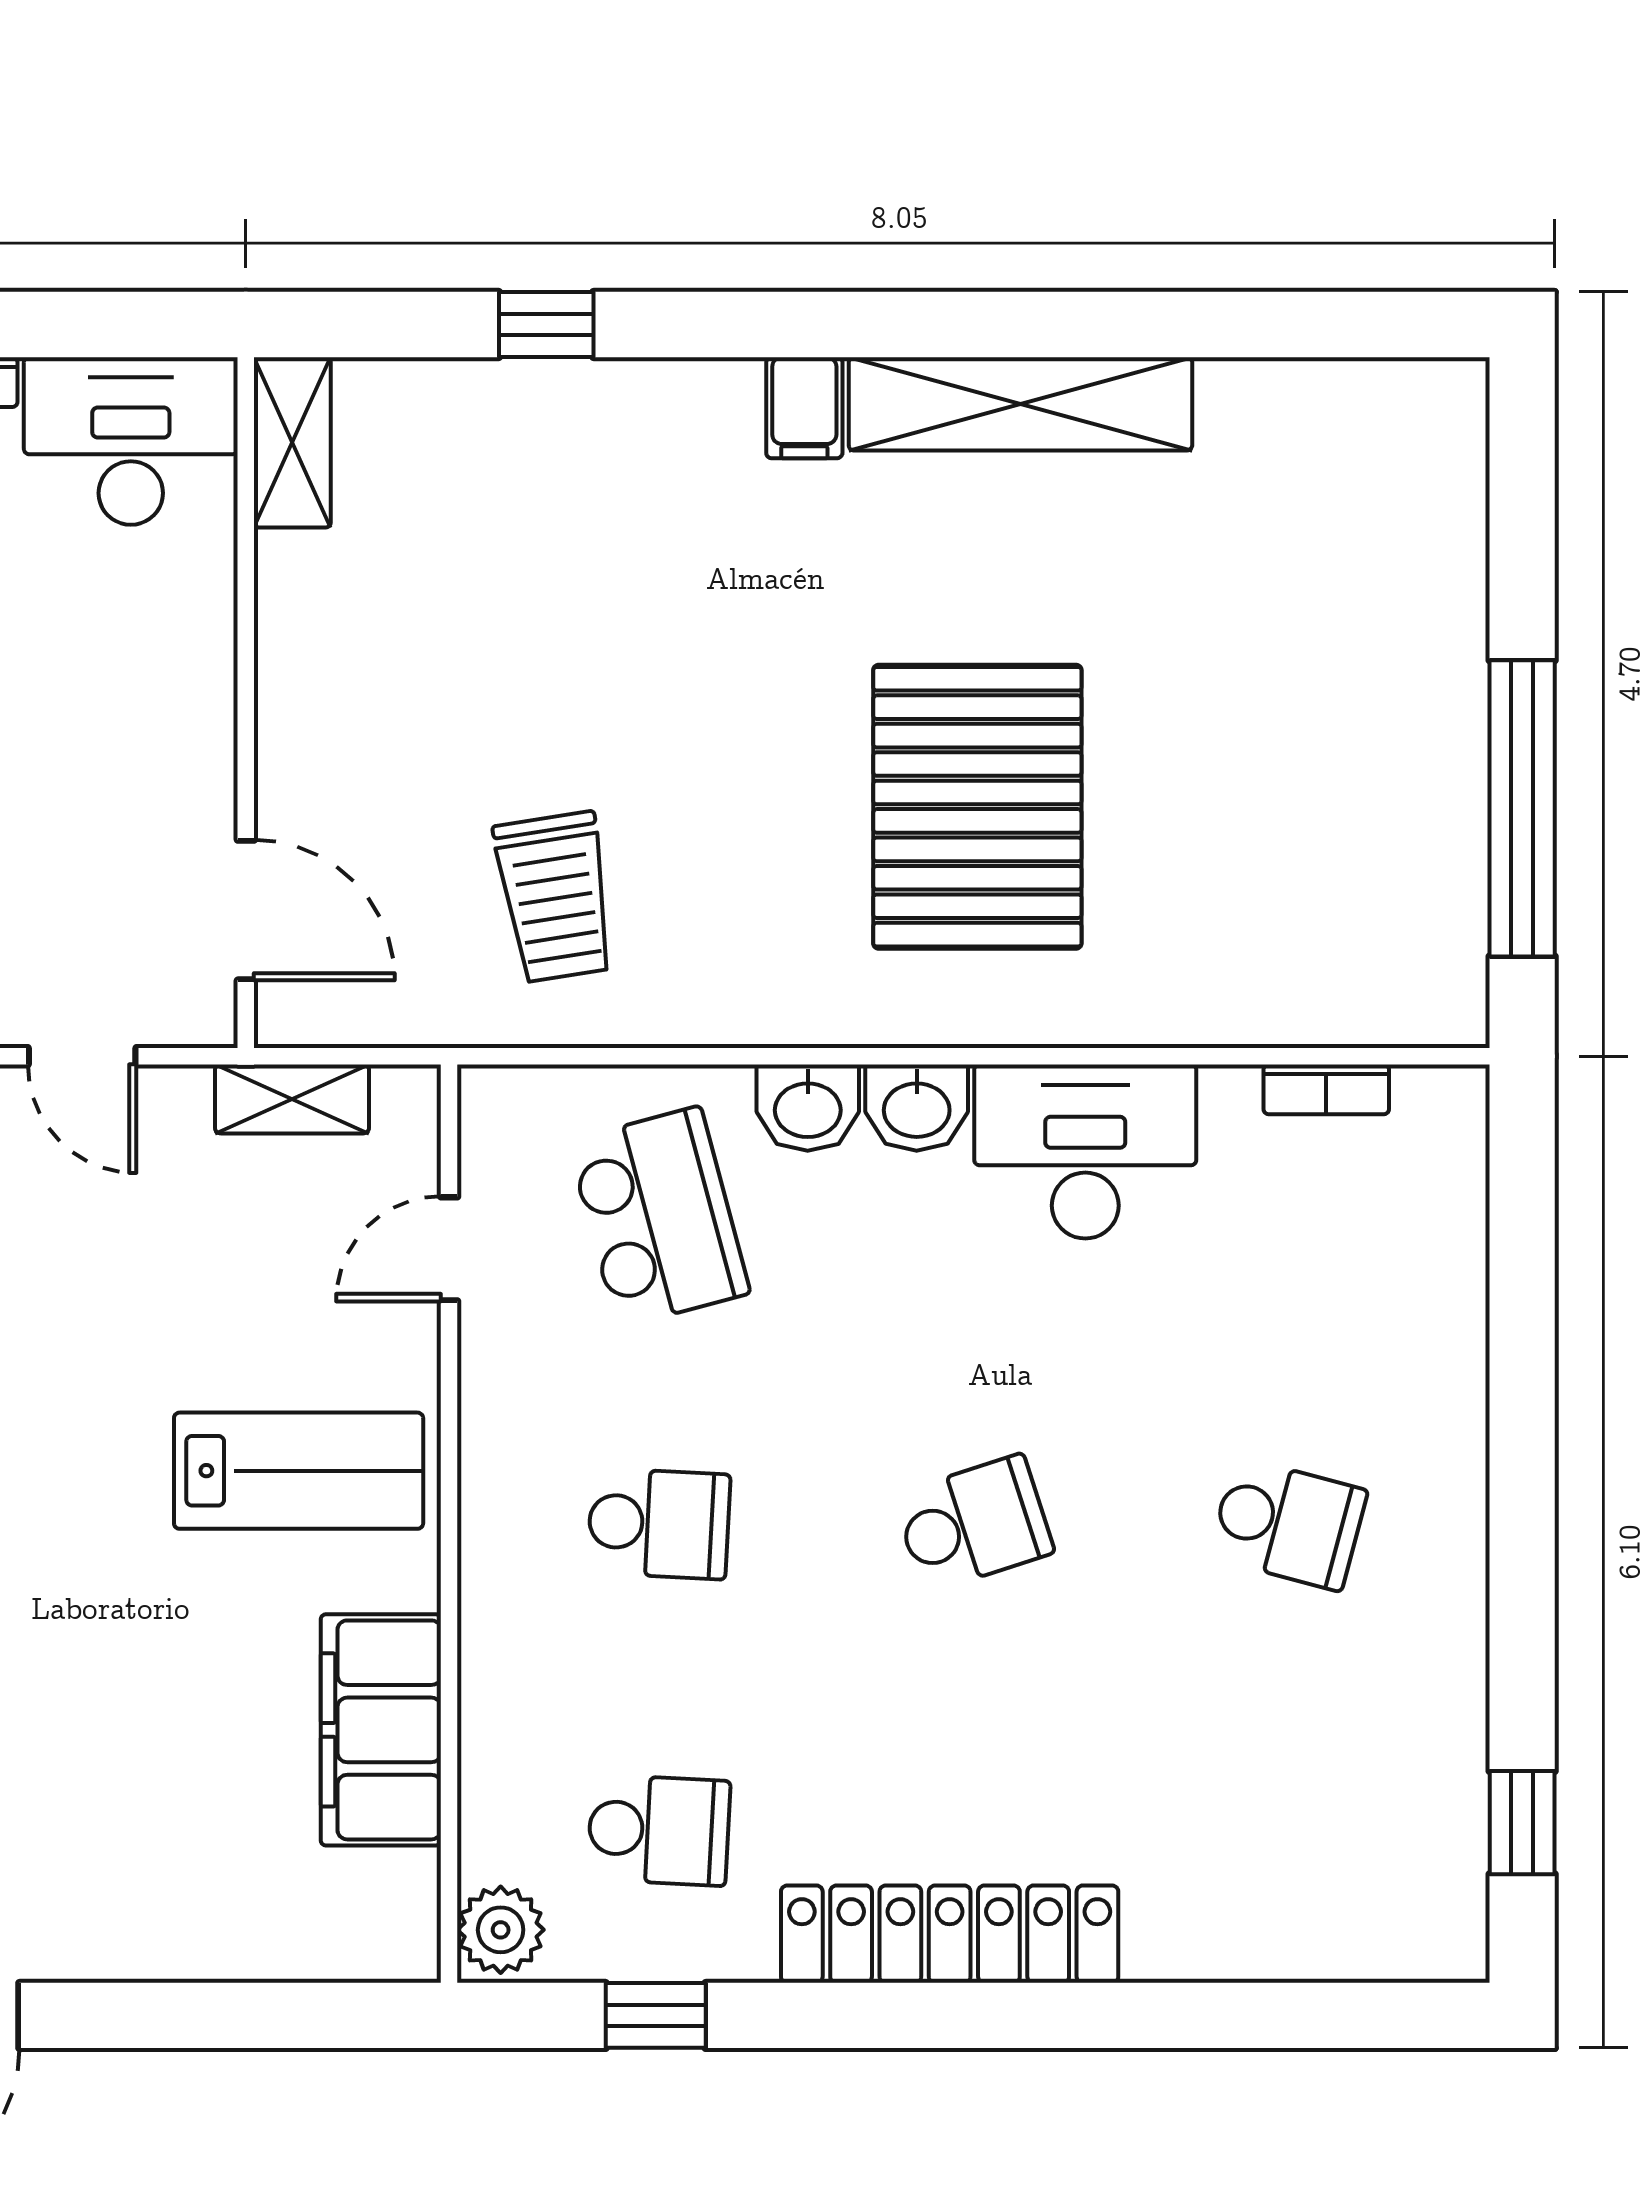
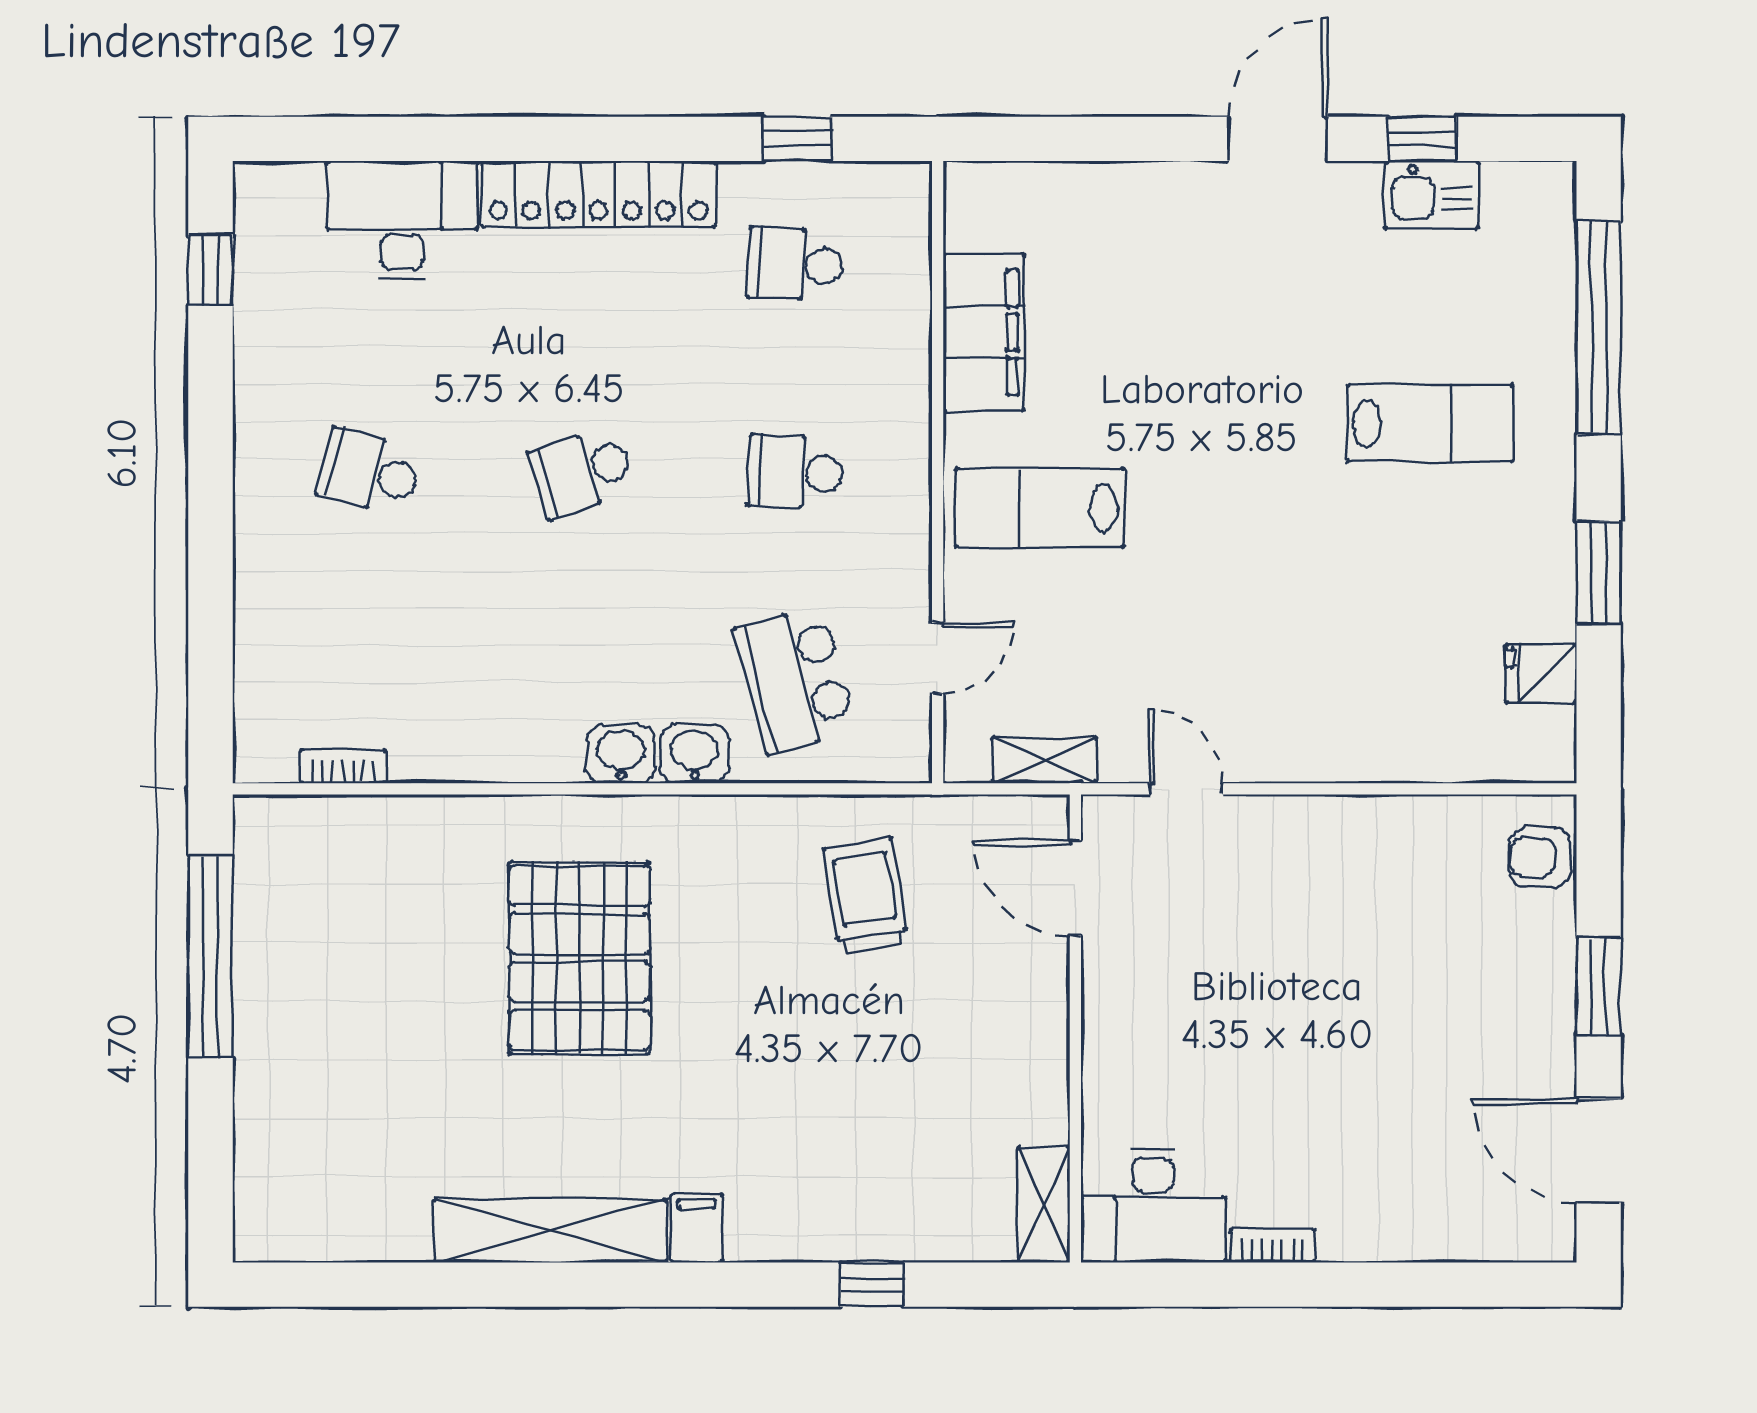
desk: (1085, 1151) -> (402, 220), moved, turned 180
plant: (501, 1930) -> (903, 197), removed

